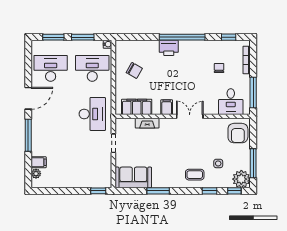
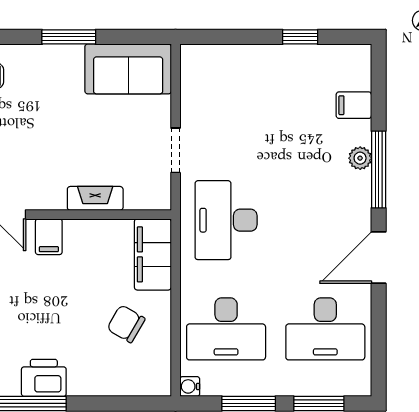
filing cabinet: (137, 107) -> (153, 254), moved, turned 90
plant: (36, 174) -> (360, 158), moved
window: (98, 191) -> (300, 37), moved

